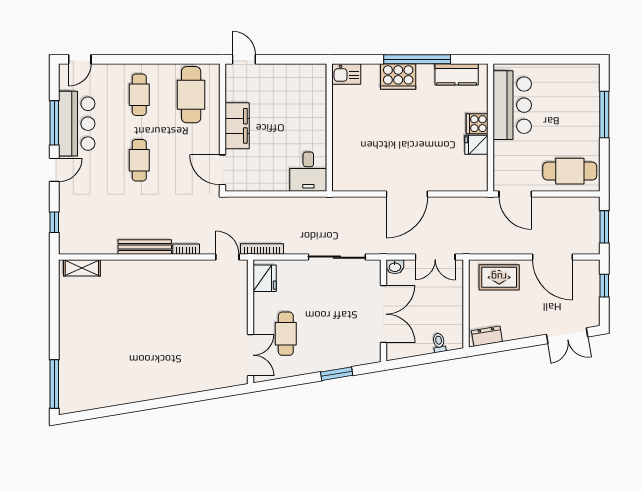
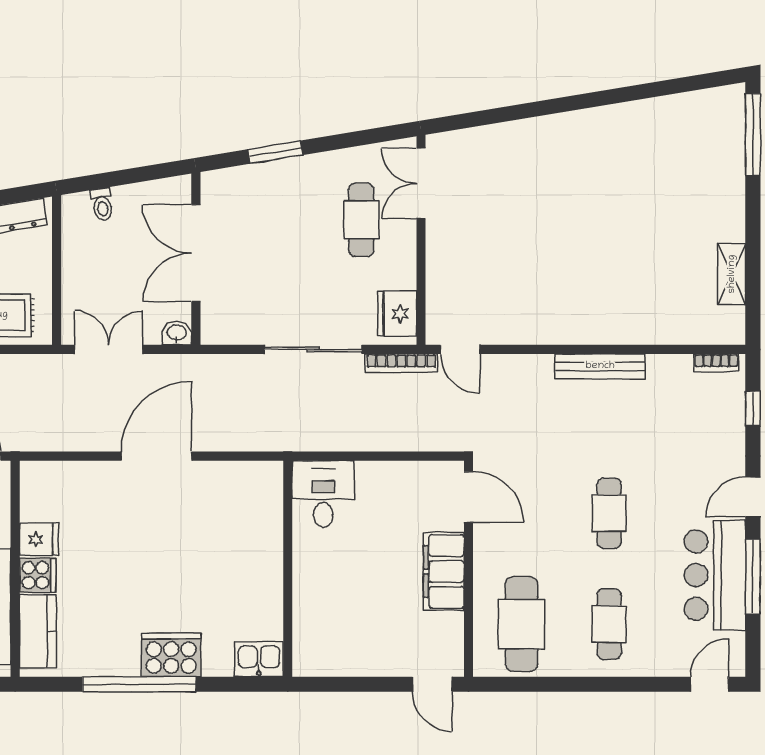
kitchen counter: (457, 74) -> (38, 631), moved, turned 90
bookcase: (186, 249) -> (716, 363), moved
sliding door: (337, 257) -> (313, 349), moved
shelving: (82, 268) -> (732, 274), moved, turned 90

